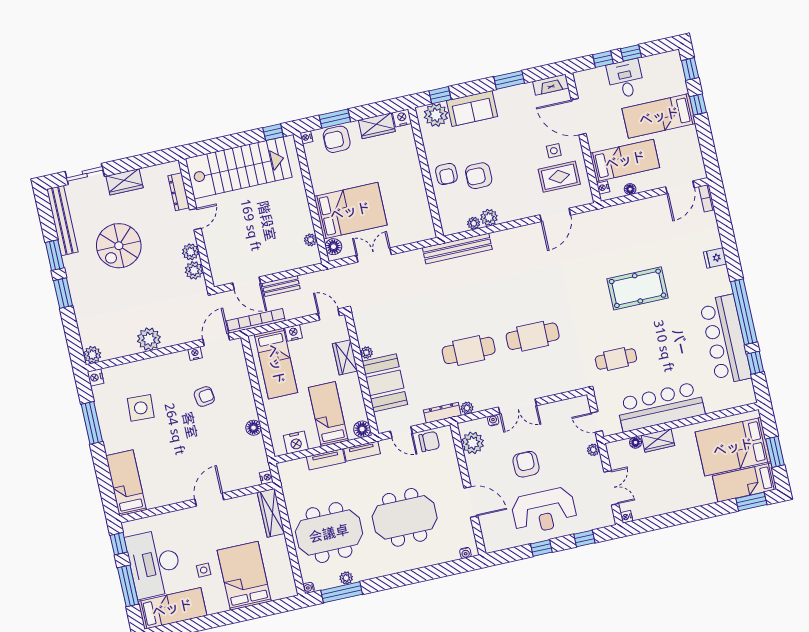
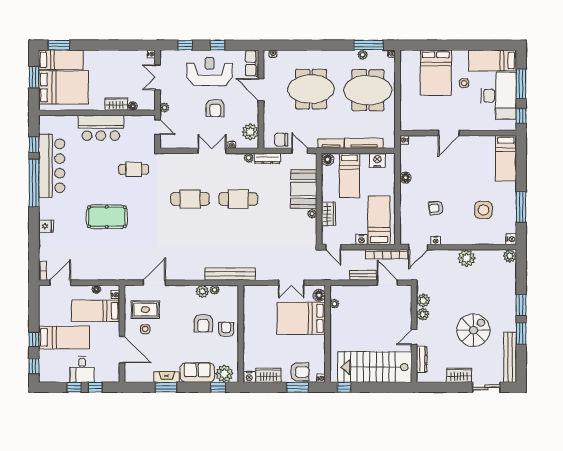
fireplace: (551, 85) -> (167, 377), moved
armchair: (479, 176) -> (203, 323), turned 90
bar counter: (661, 407) -> (101, 128), width x0.73
tv unit: (326, 459) -> (364, 143), width x1.41
wardrobe: (271, 513) -> (406, 114), removed
row of seats: (490, 534) -> (252, 63), added

